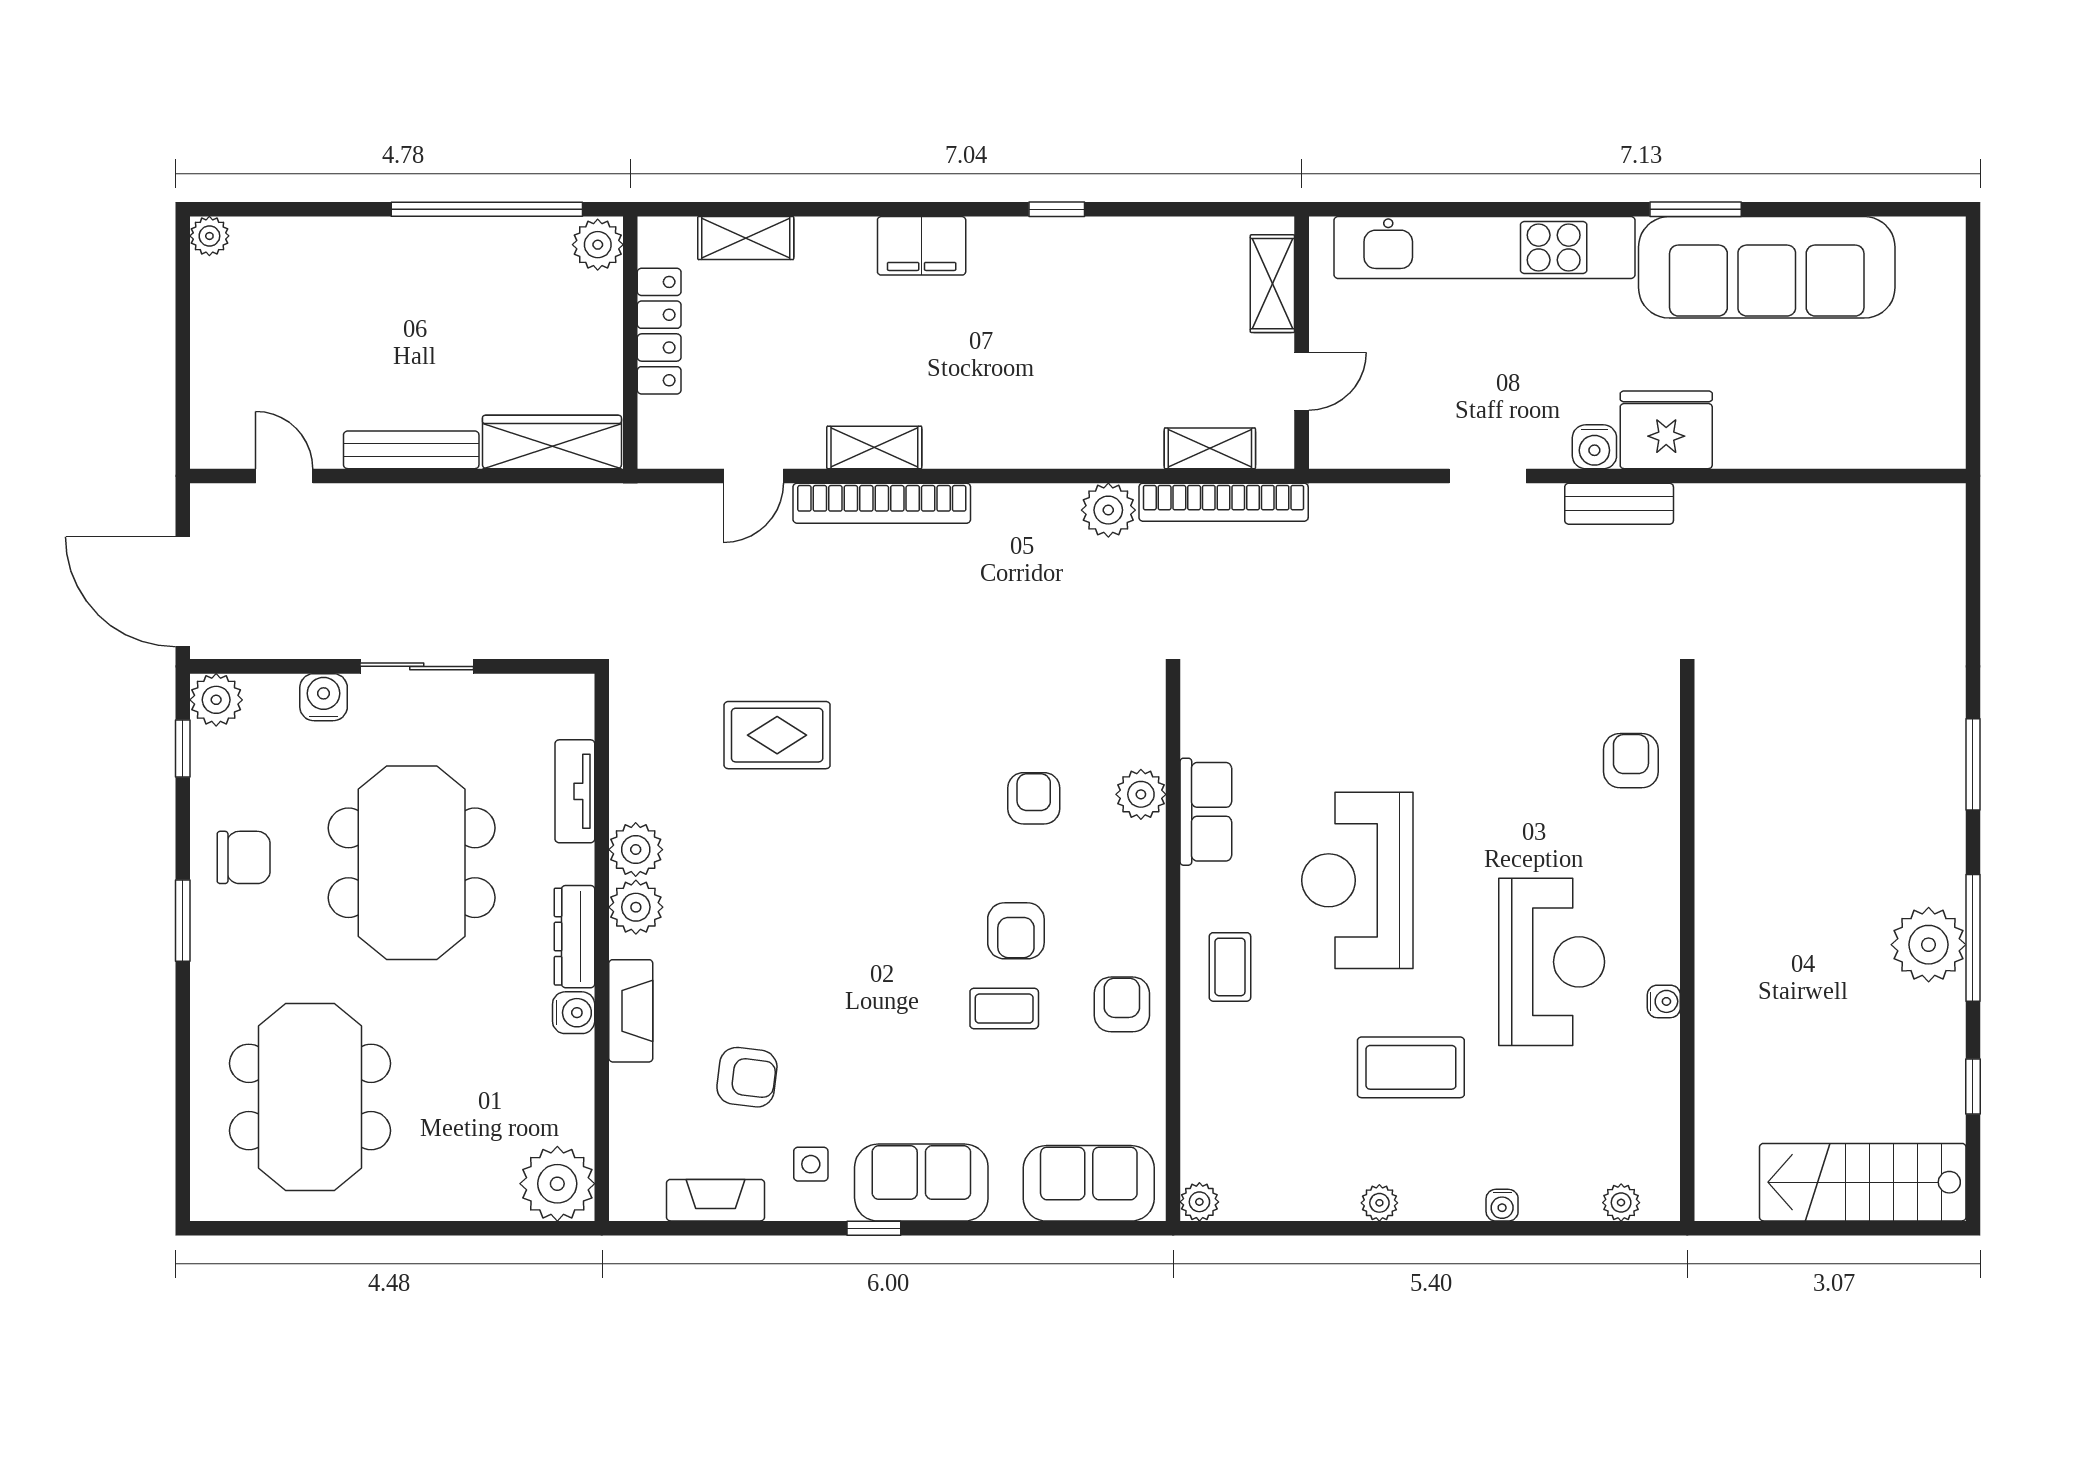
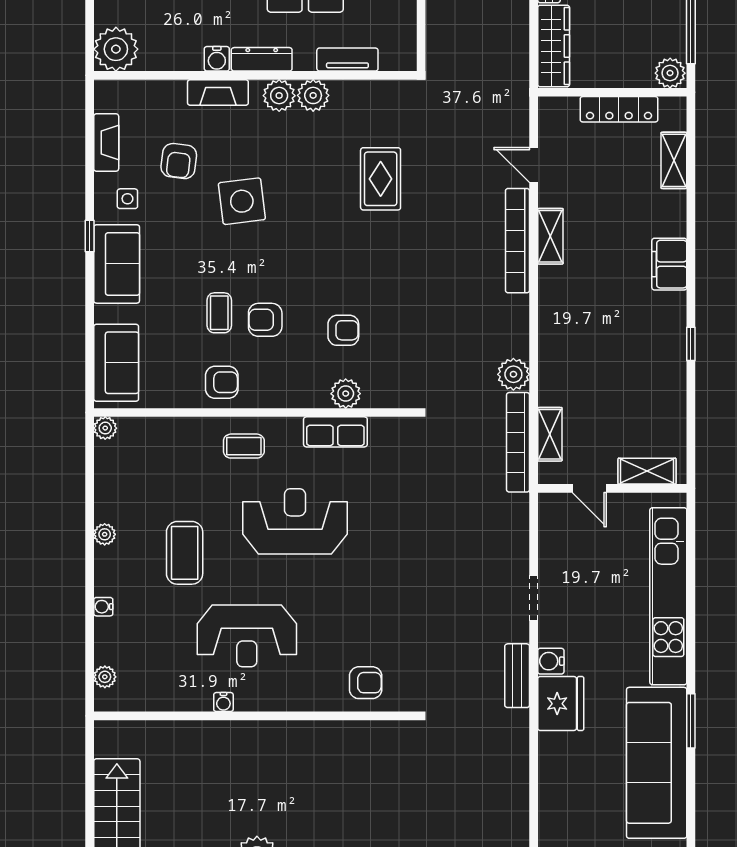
side table: (815, 970) -> (242, 201), added

